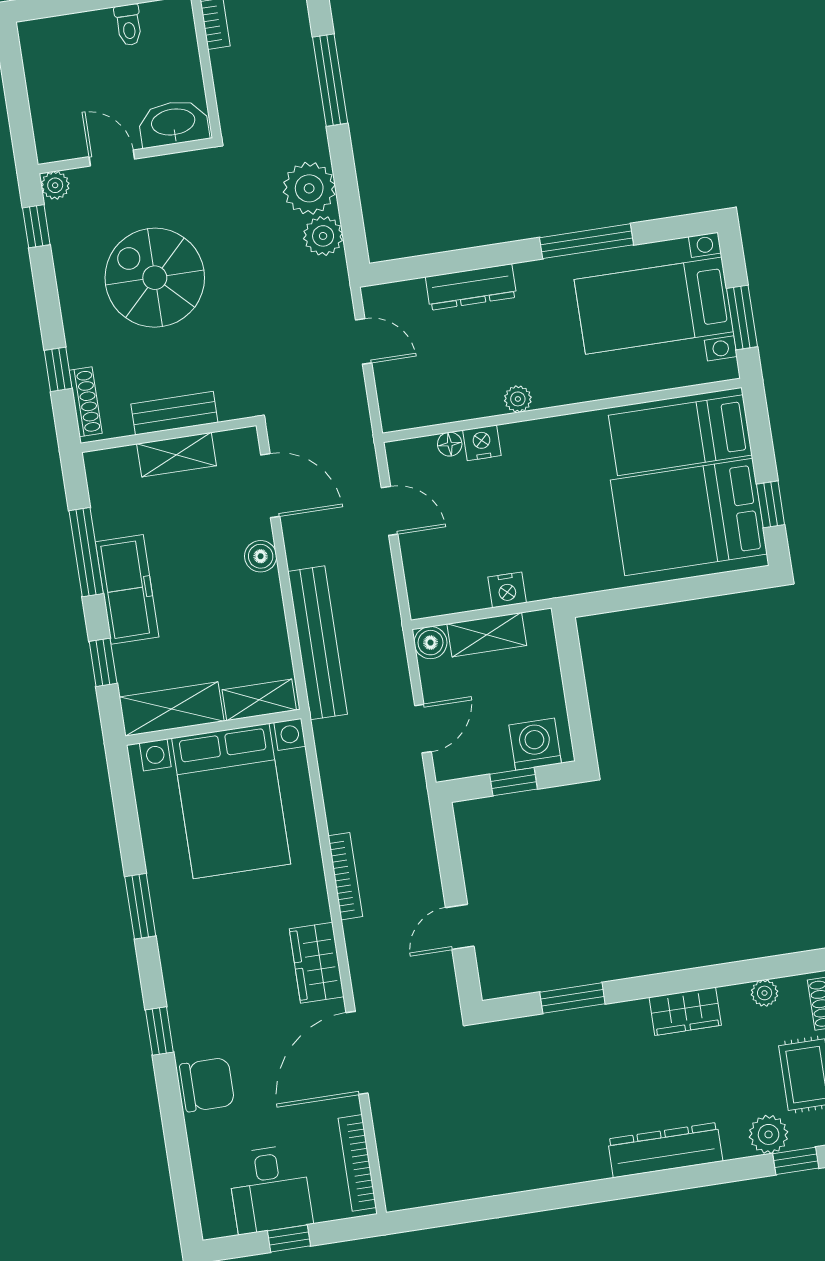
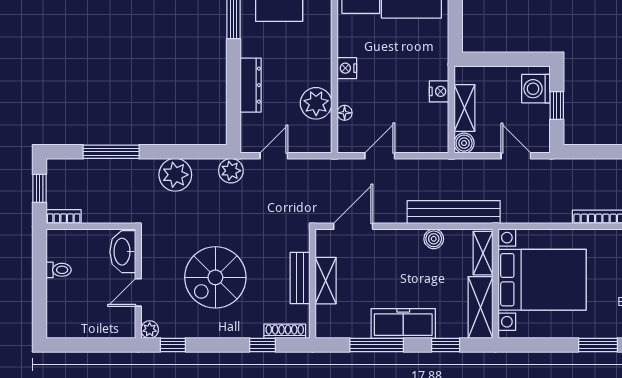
plant: (323, 236) -> (231, 171), moved
plant: (518, 399) -> (316, 103), moved, width x1.88, depth x1.88
nightstand: (482, 443) -> (347, 68), moved
boiler: (261, 556) -> (434, 239), moved

